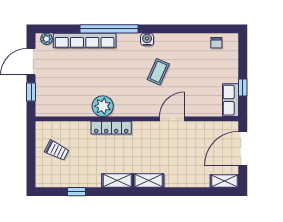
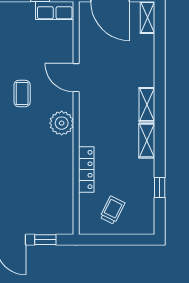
coffee table: (158, 72) -> (22, 93), turned 66
plant: (103, 106) -> (62, 123), moved
locker: (111, 128) -> (86, 170), moved

